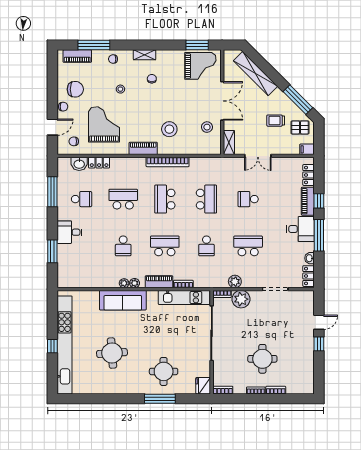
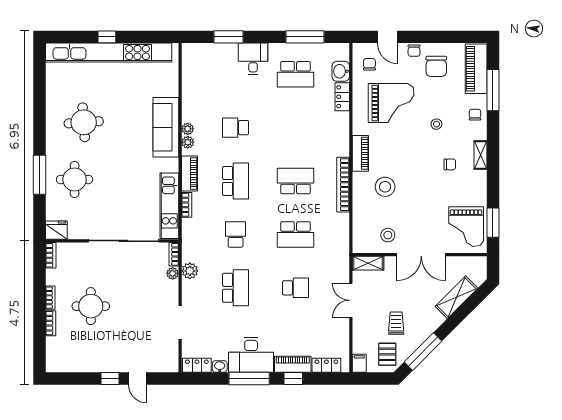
piano: (77, 56) -> (476, 69), width x1.37, depth x1.33
shelving: (255, 73) -> (456, 297), width x0.68
school desk: (82, 199) -> (295, 74), width x1.85
school desk: (123, 199) -> (295, 128), removed
school desk: (248, 199) -> (295, 288), turned 90
desk: (300, 229) -> (251, 355), width x1.37
school desk: (206, 246) -> (236, 234), turned 90
plant: (241, 299) -> (173, 273), width x0.53, depth x0.53
round table: (112, 353) -> (84, 122), moved

